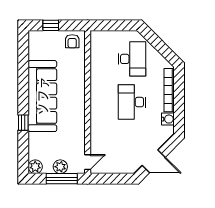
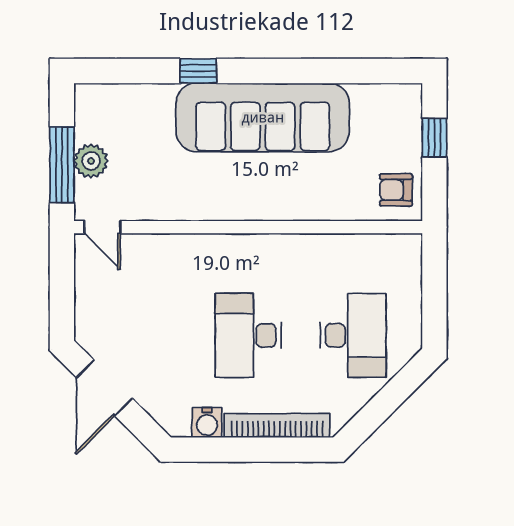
desk: (132, 59) -> (353, 335), turned -90
desk: (132, 102) -> (248, 335), turned -90
plant: (35, 167) -> (91, 100), removed

